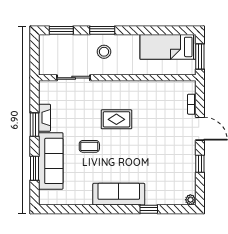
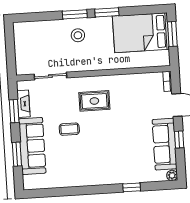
window: (61, 30) -> (107, 12), moved
bed: (168, 47) -> (141, 33), width x1.50
sliding door: (74, 78) -> (50, 76), moved
wall: (117, 78) -> (93, 73), moved
sofa: (119, 194) -> (165, 144), moved, turned -90

